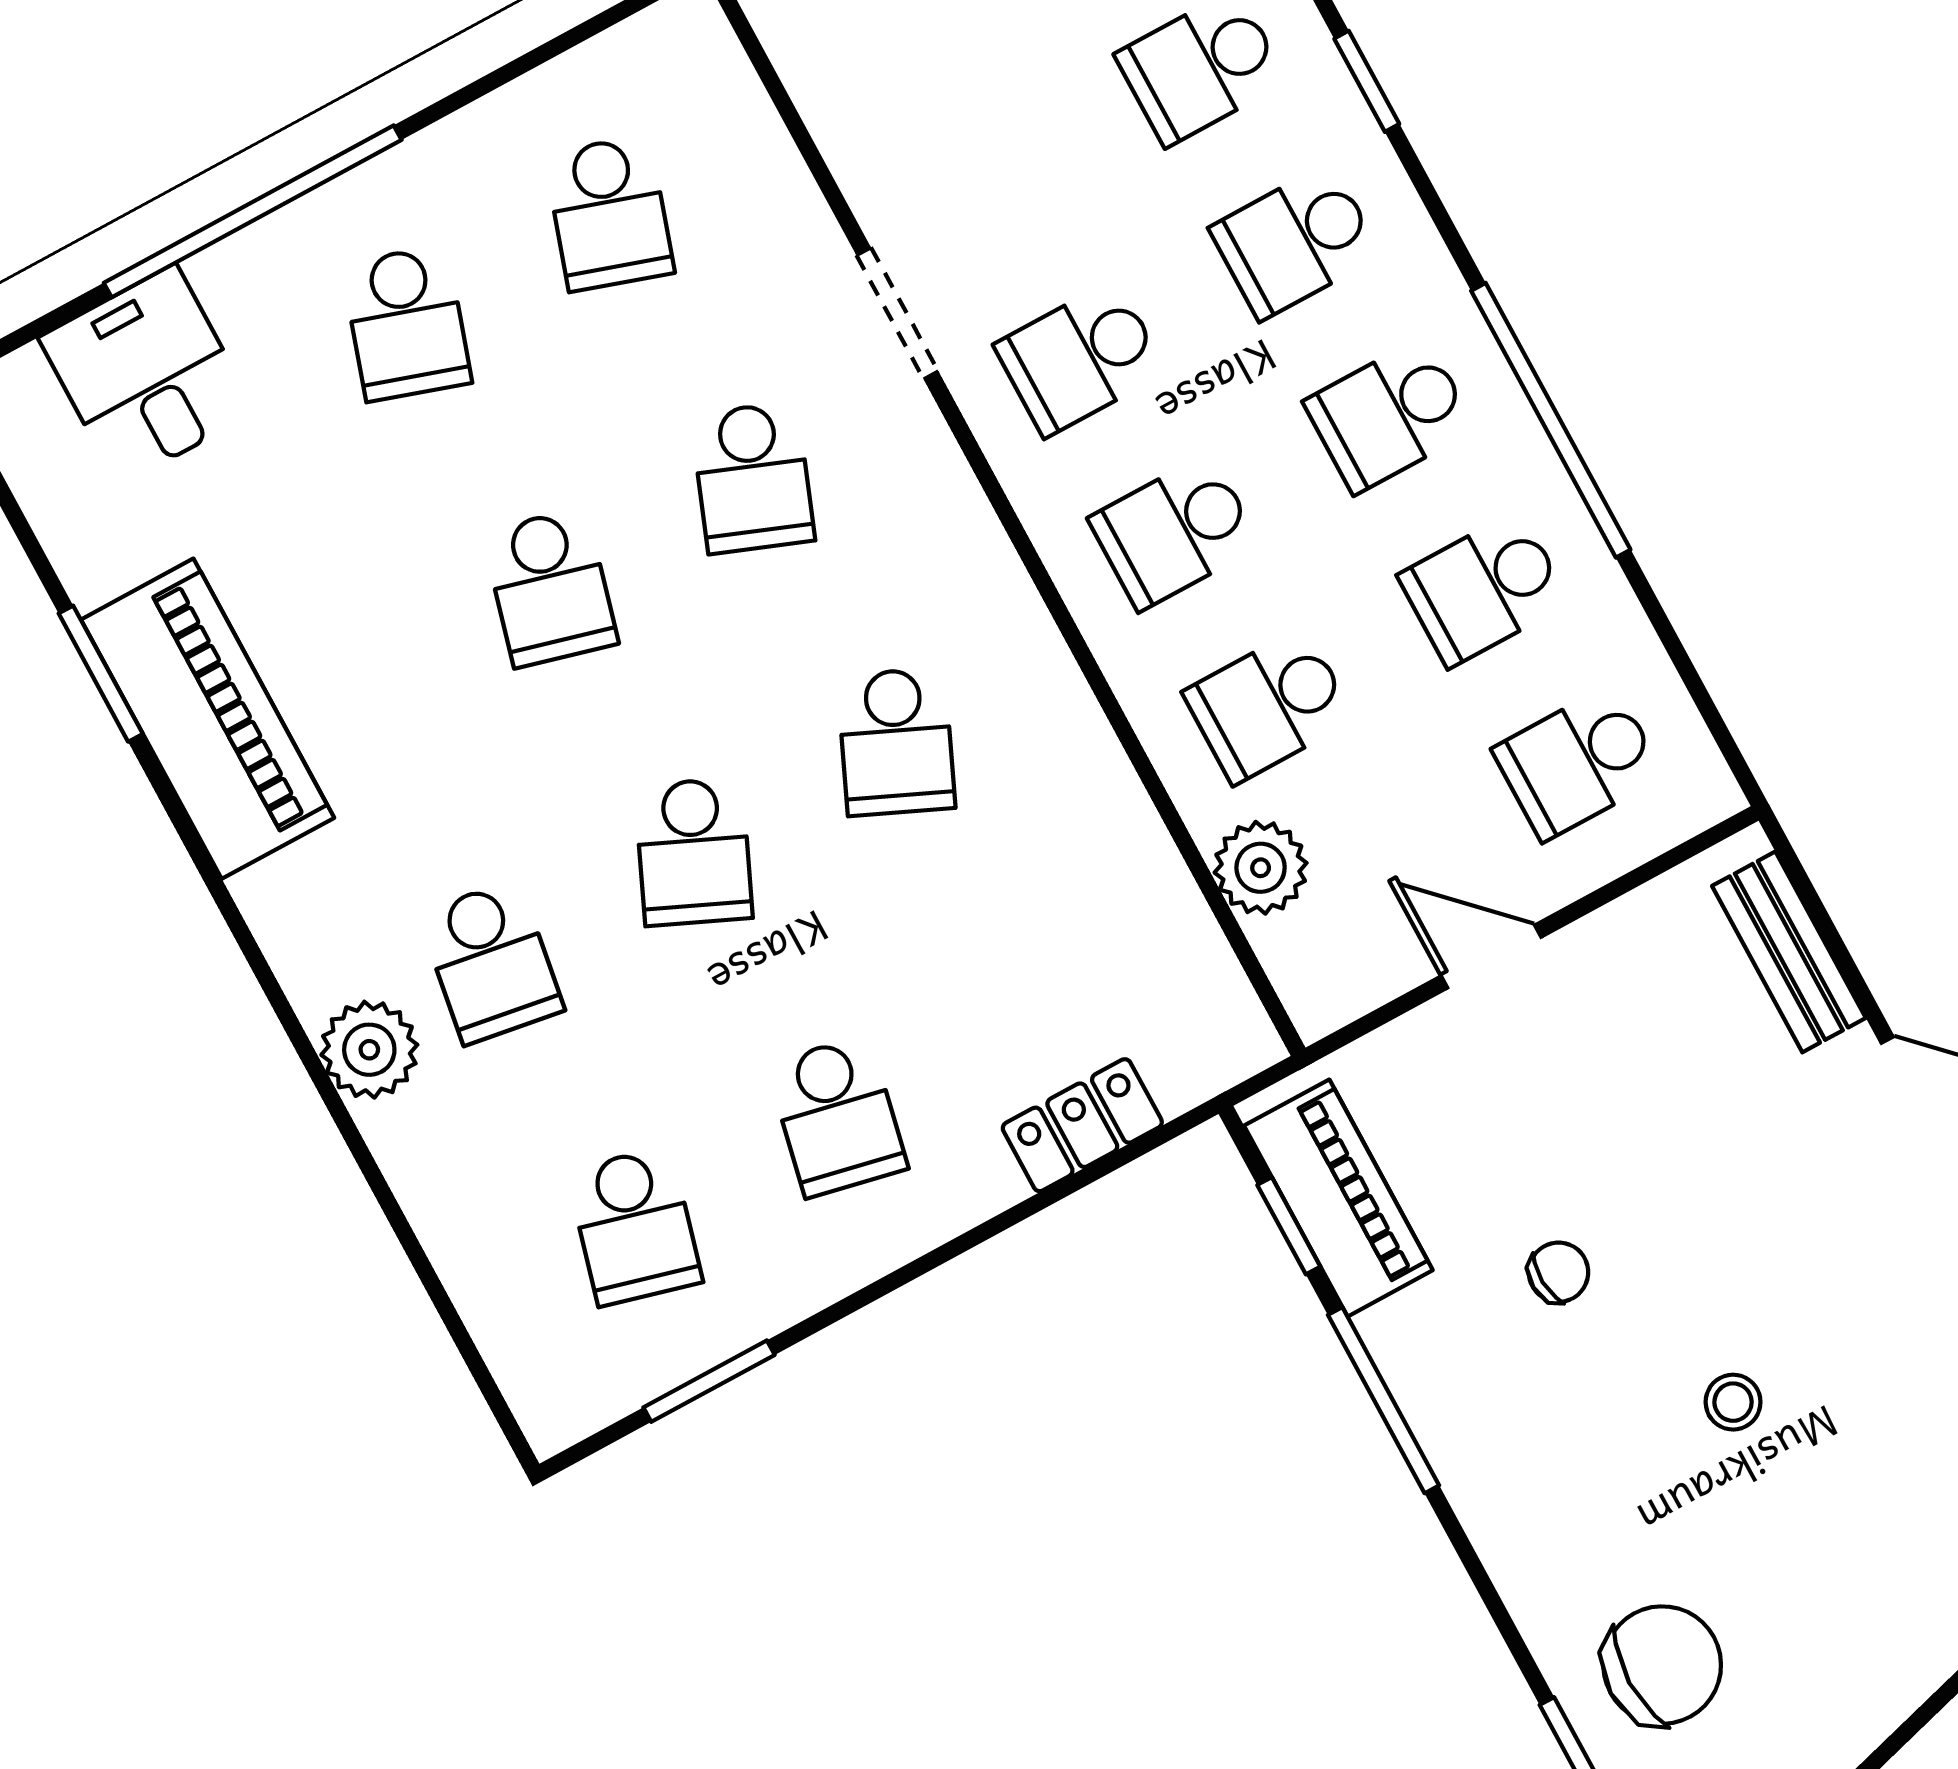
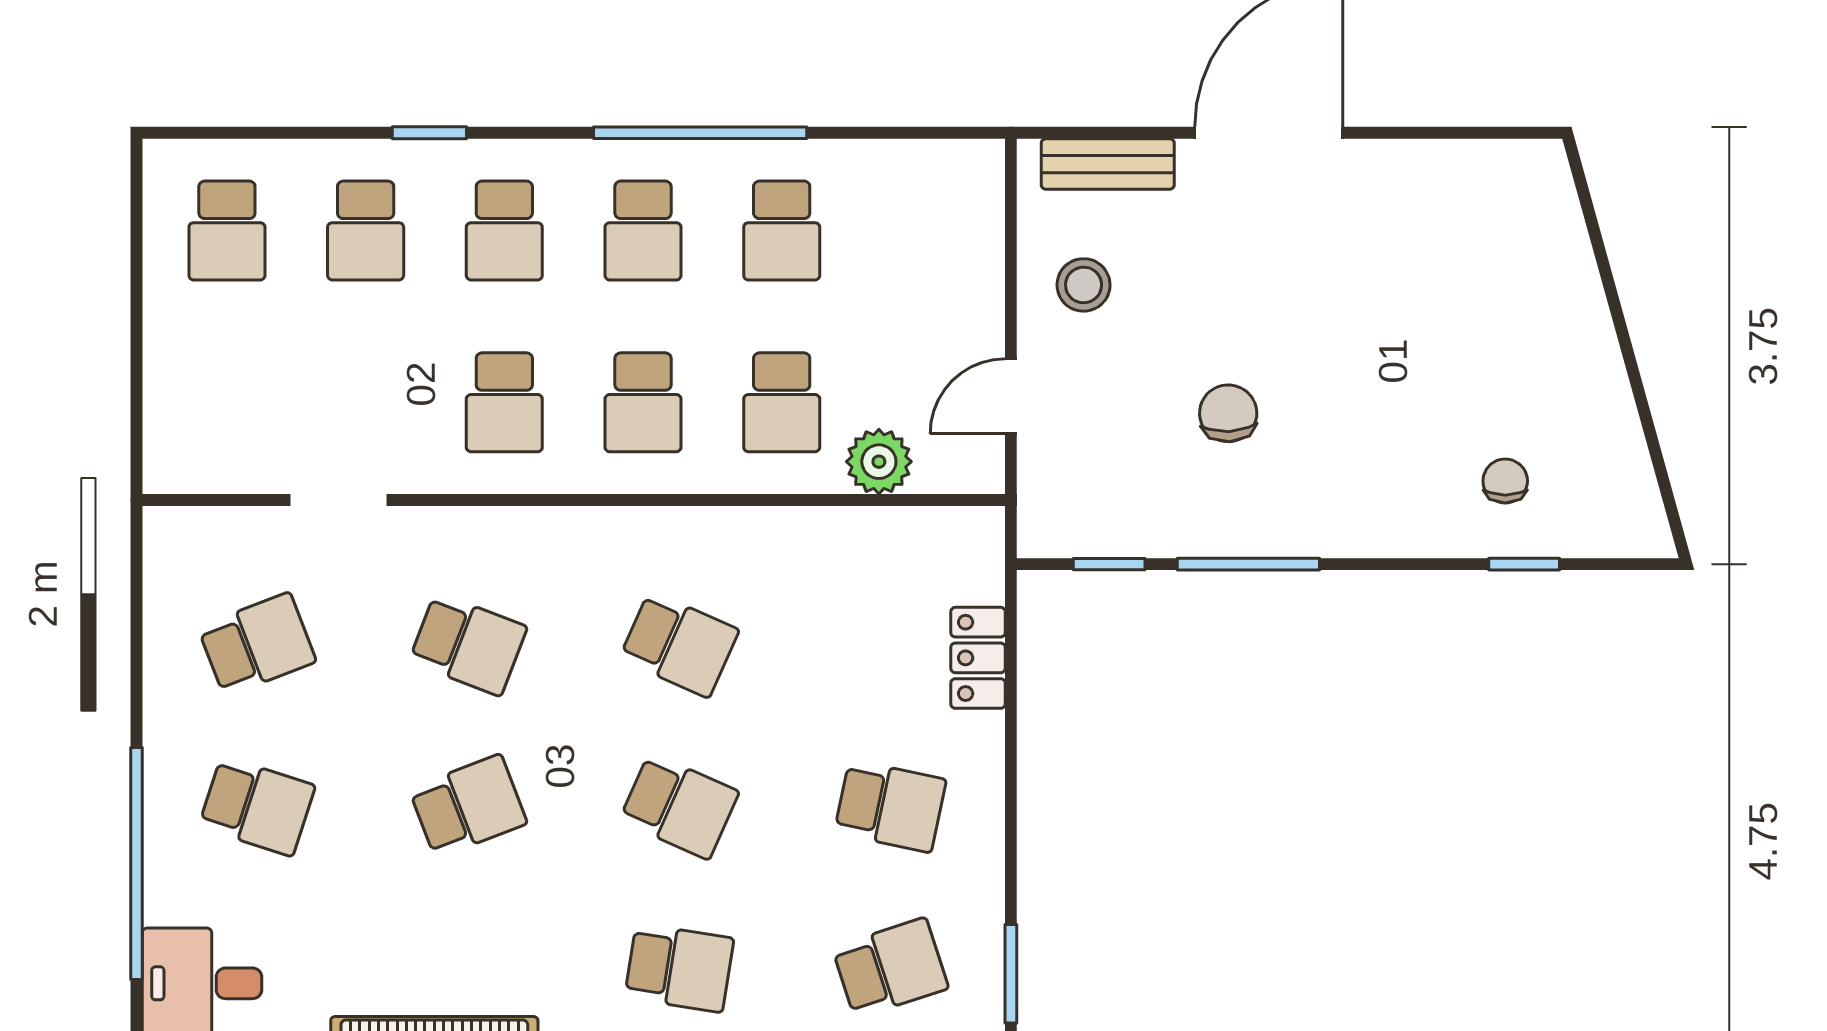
school desk: (609, 213) -> (257, 644), turned -39
doorway: (897, 313) -> (338, 500), moved
school desk: (550, 588) -> (468, 806), turned -36
school desk: (1578, 763) -> (920, 231), removed
door: (1491, 956) -> (1011, 396), moved
piano: (1338, 1198) -> (1109, 524), removed
school desk: (634, 1226) -> (890, 968), turned -33
chair: (1559, 1272) -> (1228, 413), width x1.37, depth x1.37
stool: (1733, 1402) -> (1084, 285), moved, width x1.37, depth x1.37
chair: (1662, 1665) -> (1505, 481), width x0.54, depth x0.54

